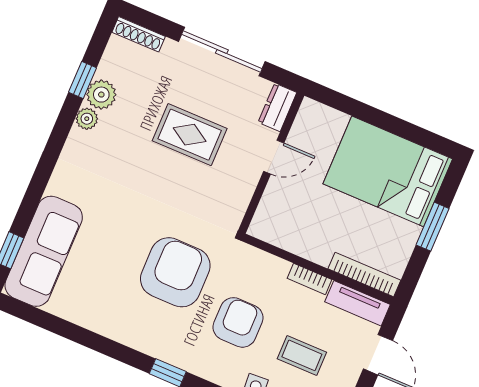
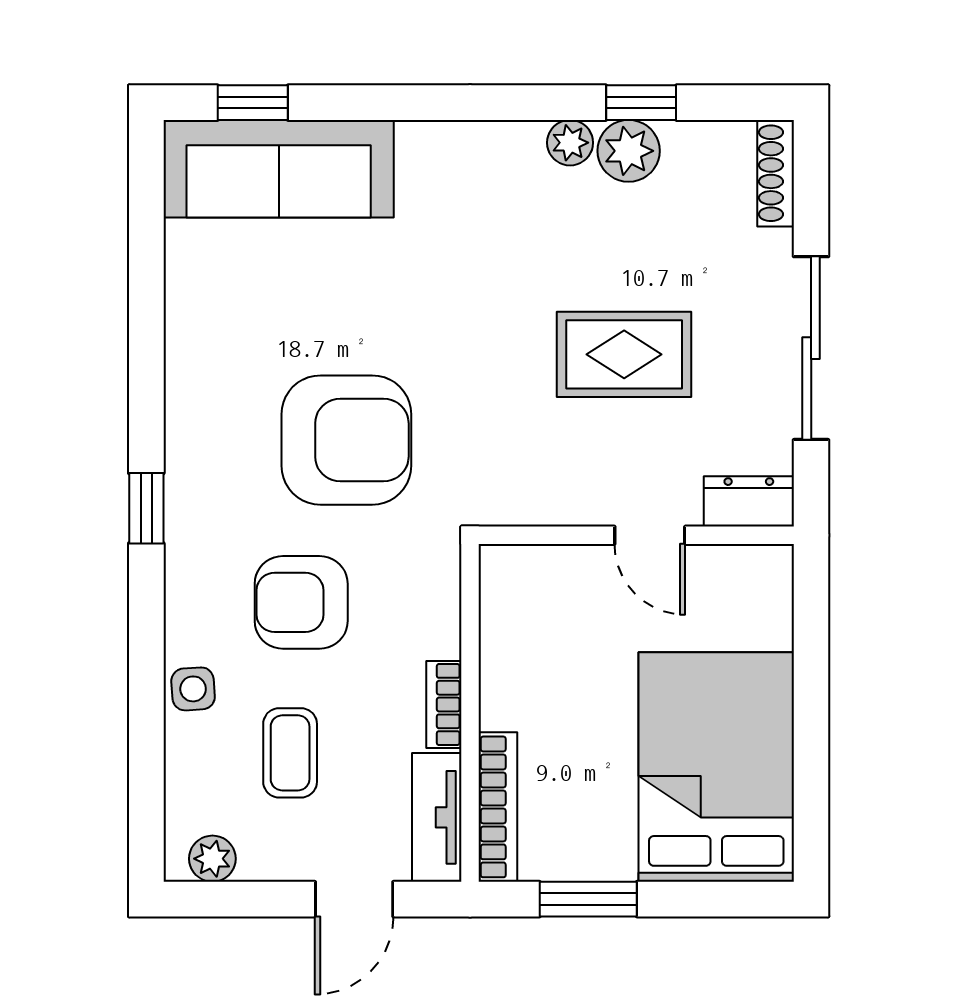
rug: (190, 135) -> (624, 354), turned 90
window: (433, 227) -> (588, 899), moved
armchair: (238, 322) -> (301, 602), turned 180

